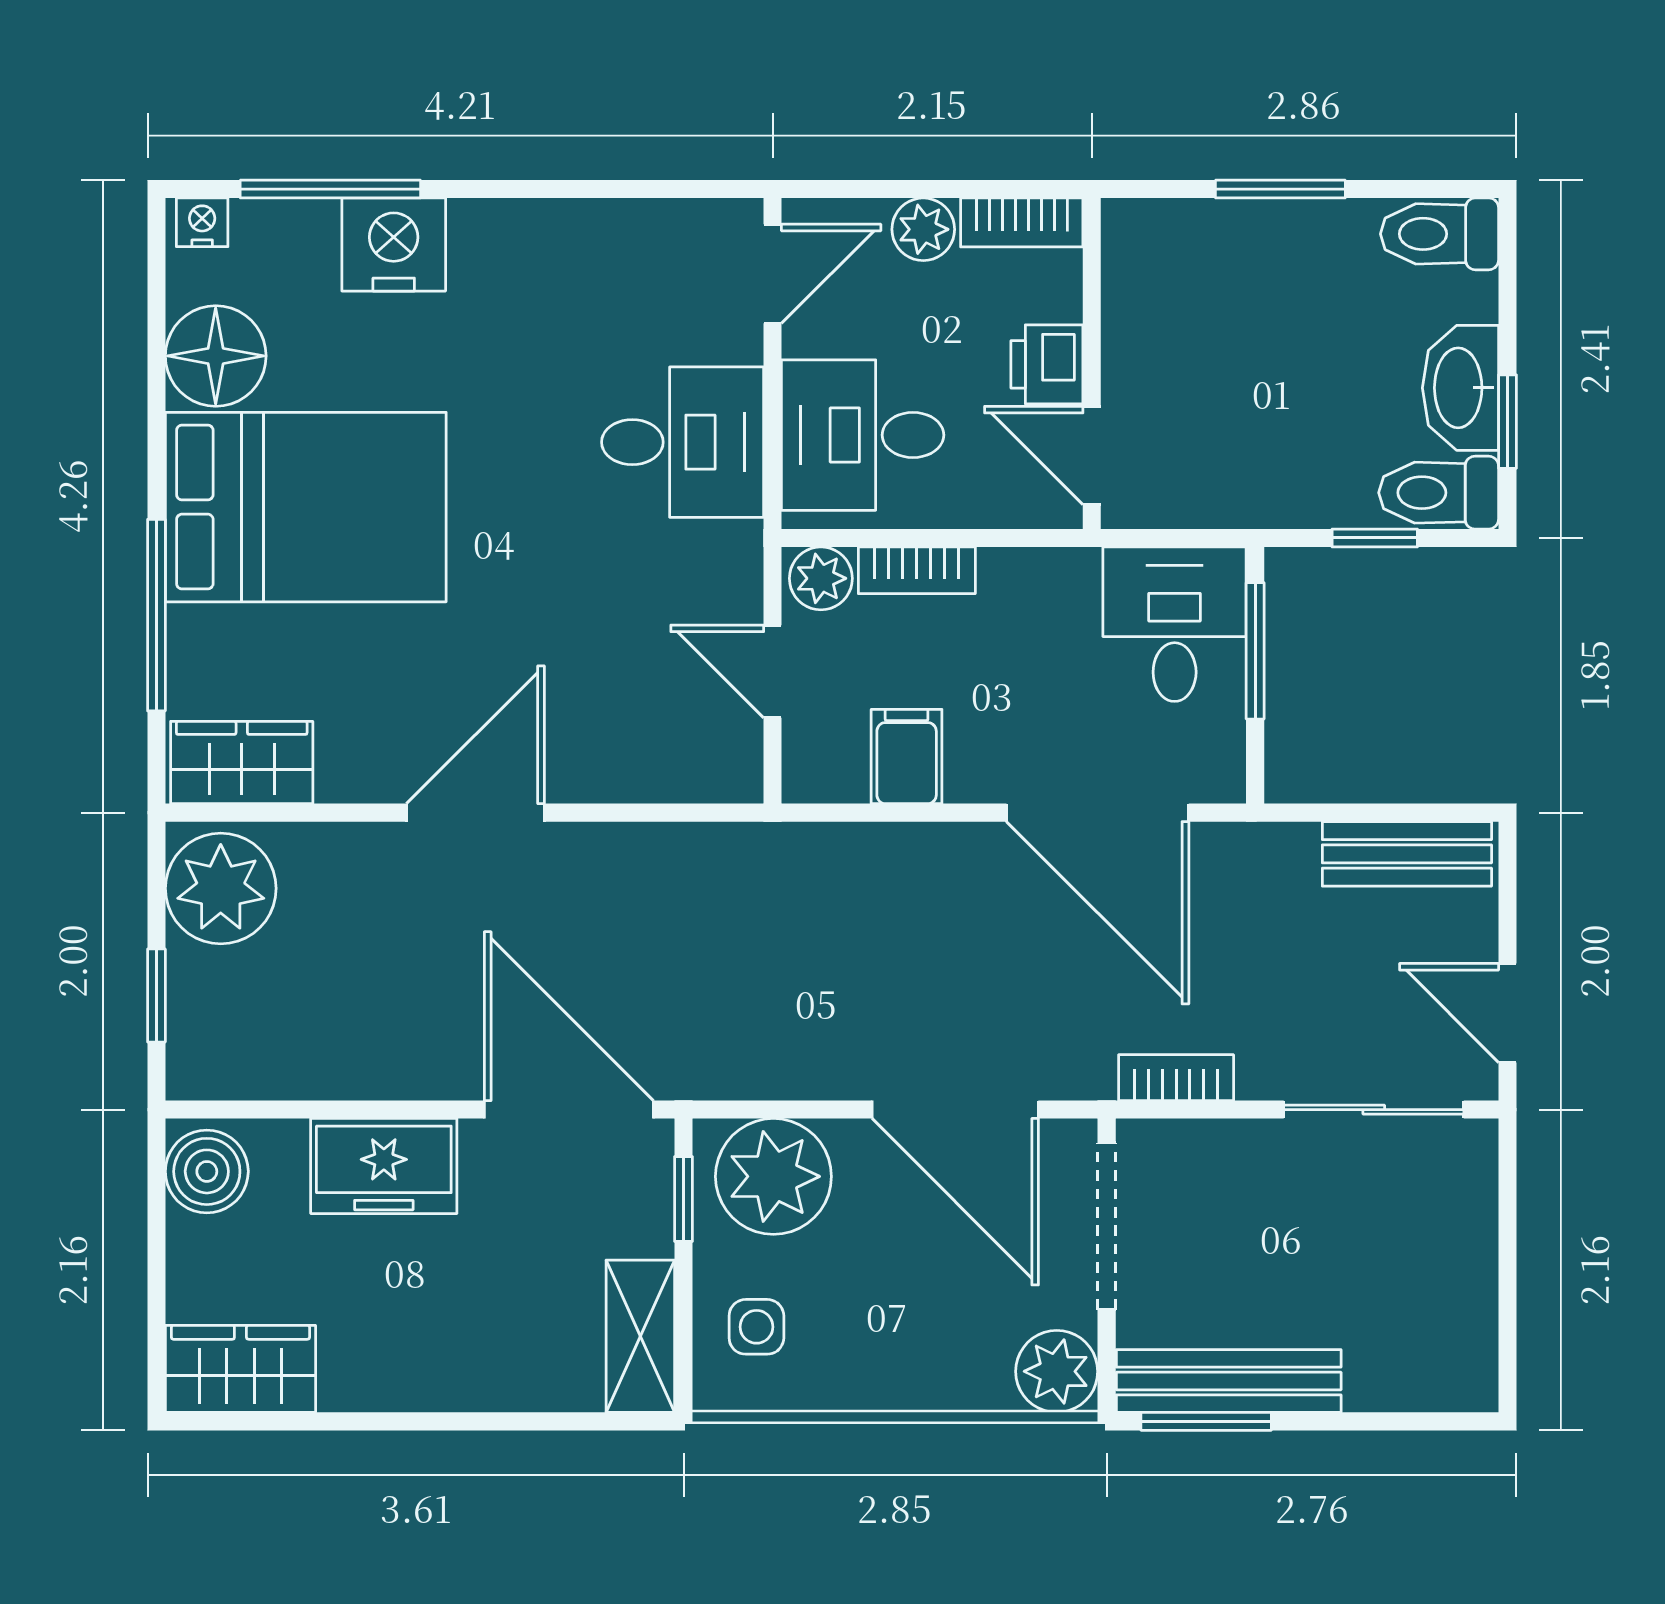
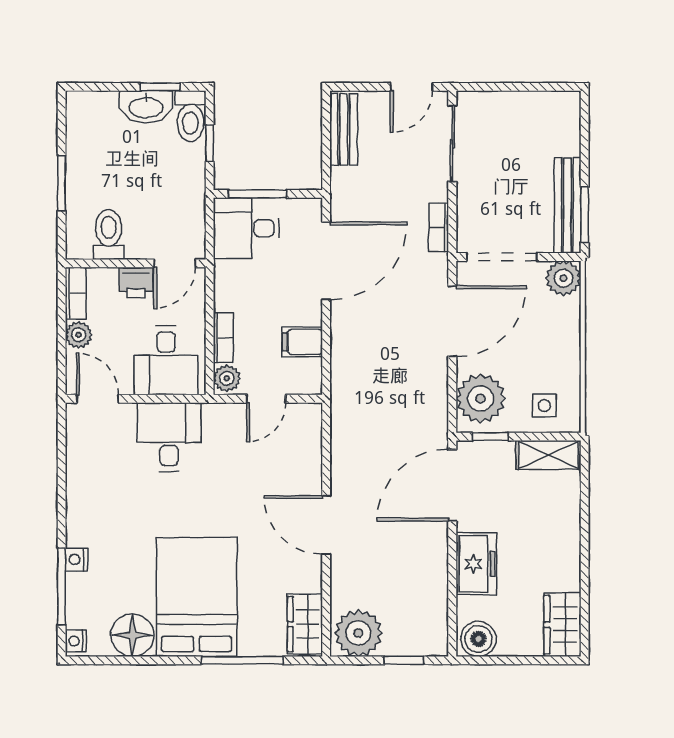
toilet: (1440, 234) -> (109, 234), moved, turned 180
nightstand: (394, 245) -> (76, 560), width x0.53, depth x0.56

